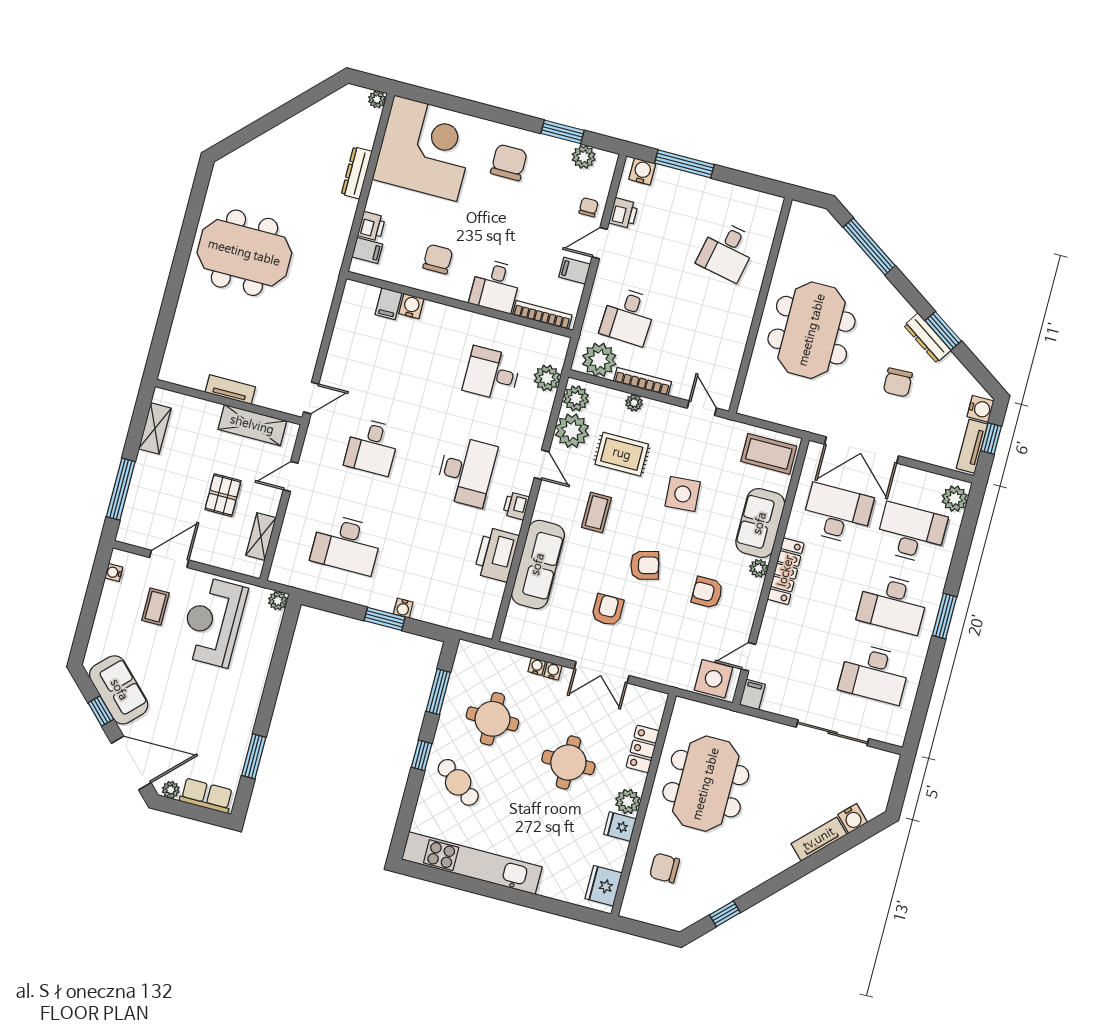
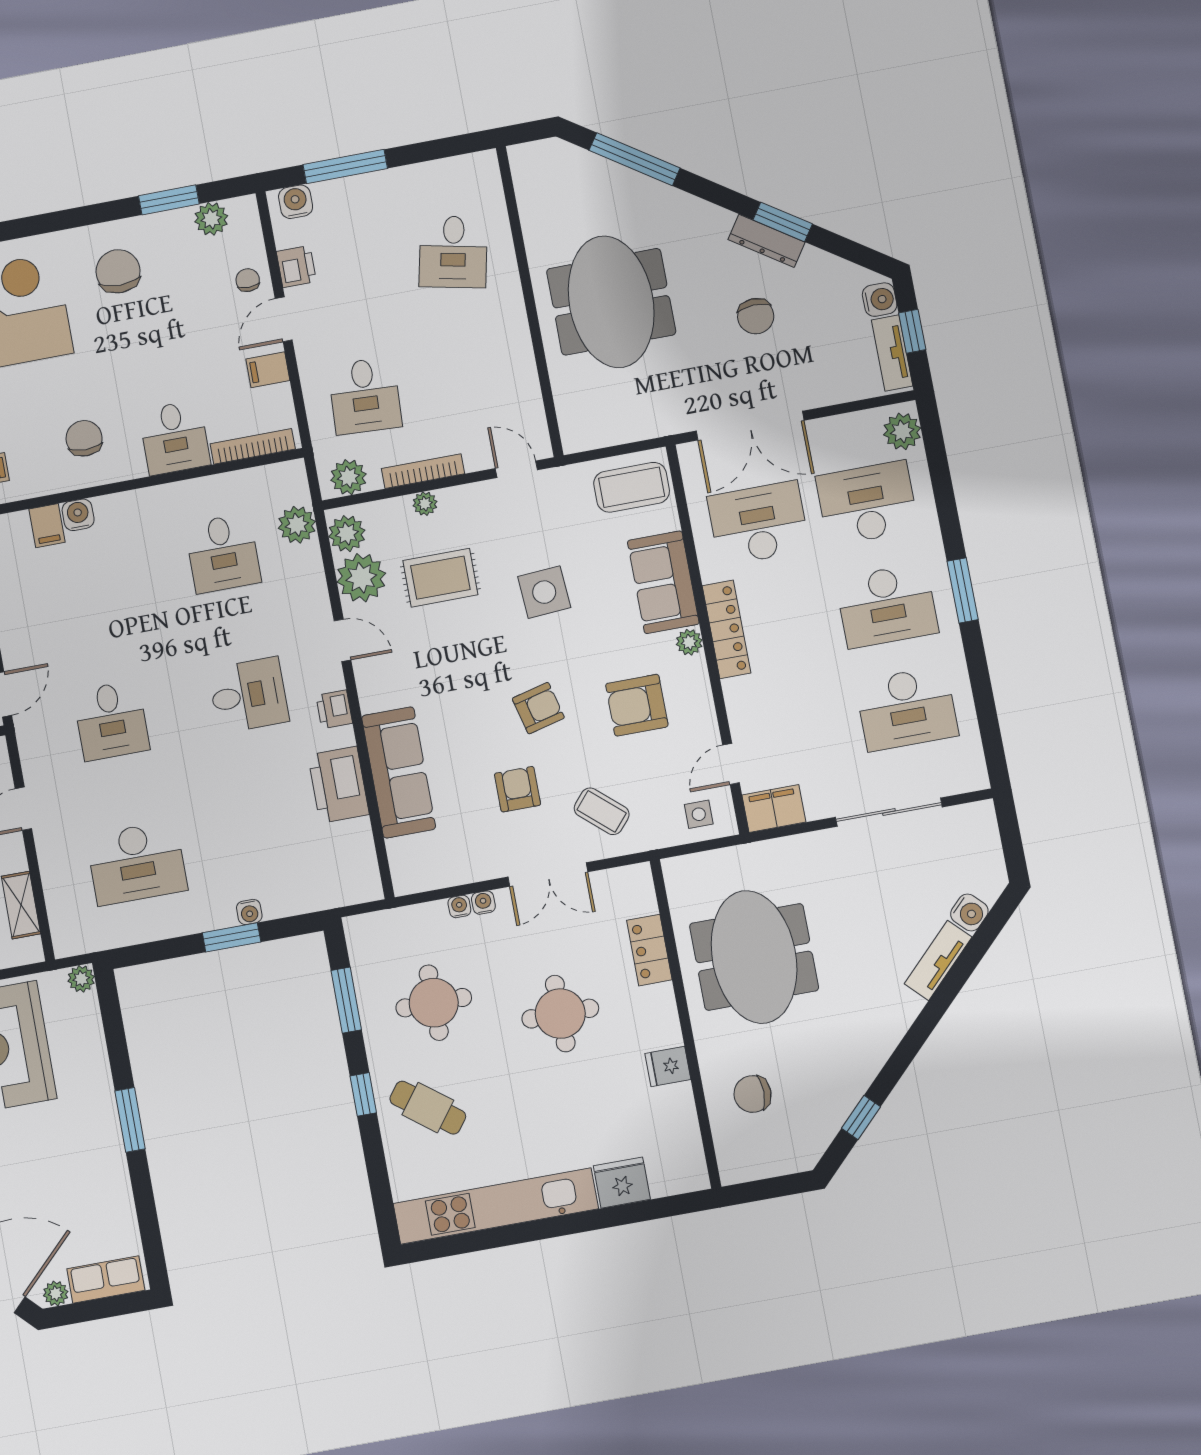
plant: (599, 360) -> (348, 477), width x0.73, depth x0.73
desk: (492, 374) -> (223, 553), turned -90
desk: (466, 471) -> (248, 695), width x0.73
coffee table: (597, 512) -> (602, 811), moved, turned -49
armchair: (707, 592) -> (637, 705), width x1.38, depth x1.38
side table: (714, 679) -> (699, 814), width x0.54, depth x0.54
filing cabinet: (752, 695) -> (774, 809), width x2.00
window: (254, 756) -> (130, 1120), moved
plant: (628, 802) -> (663, 1029), removed
fridge: (603, 886) -> (622, 1183), moved, turned 90

